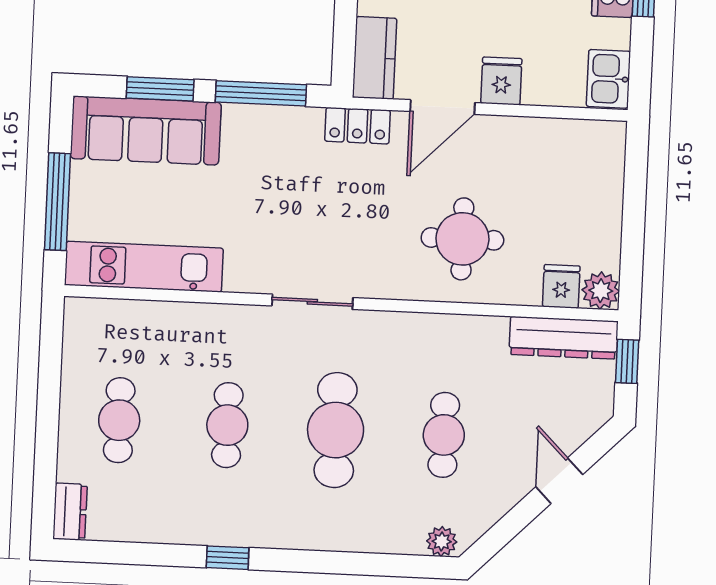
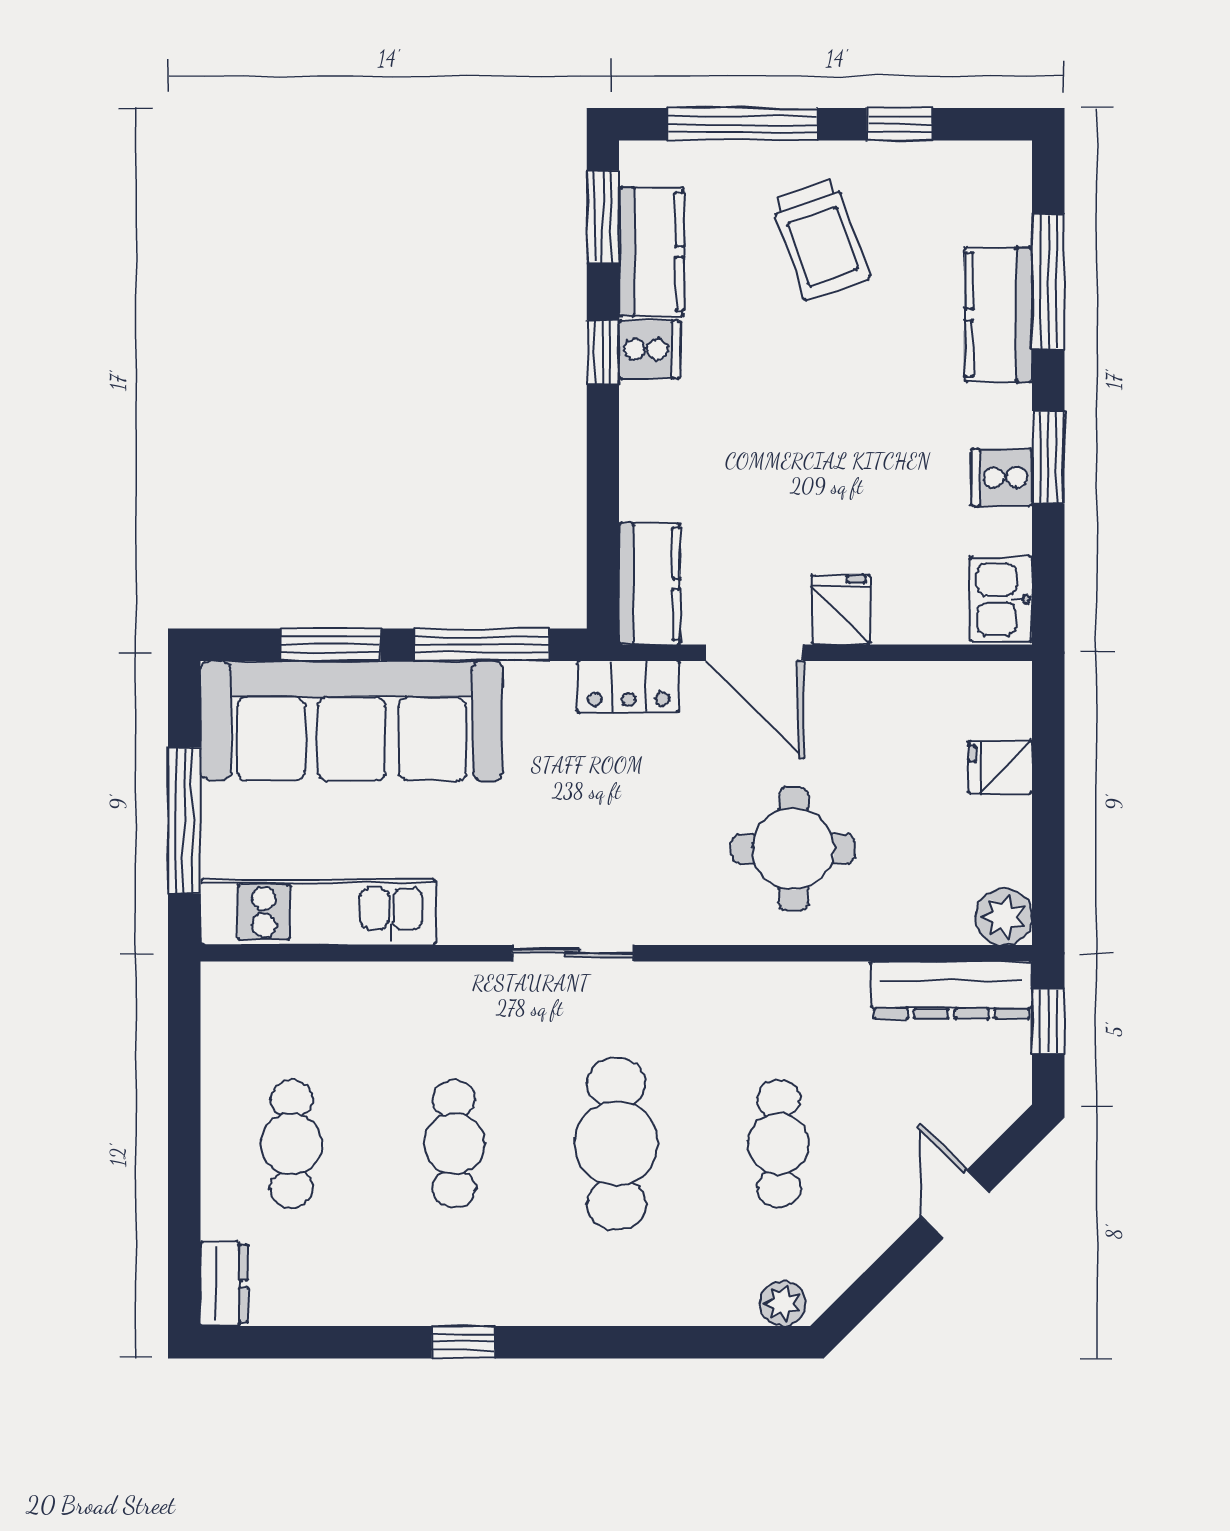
door: (442, 107) -> (754, 653), hinge flipped
sofa: (146, 130) -> (352, 721), width x1.36, depth x1.27
fridge: (561, 286) -> (1000, 767), moved, turned -90

